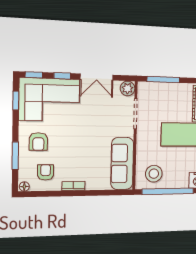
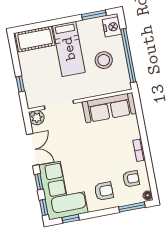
window: (163, 79) -> (20, 84), width x0.46
window: (15, 156) -> (132, 207), moved
armchair: (46, 172) -> (131, 179), turned 180
stool: (154, 174) -> (104, 60), moved

